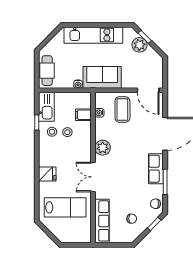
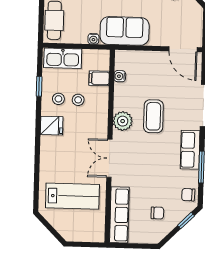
kitchen sink: (46, 107) -> (63, 58), moved, turned 90
coffee table: (122, 110) -> (153, 116), moved
fridge: (47, 174) -> (52, 126), moved

